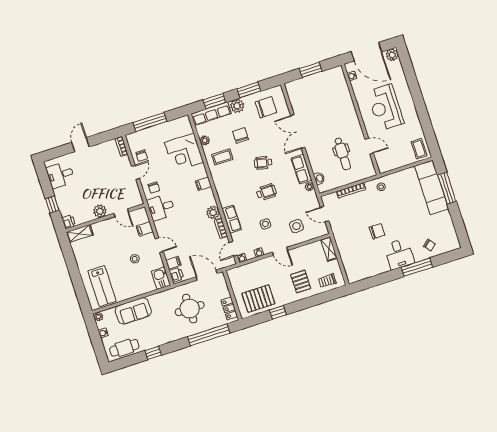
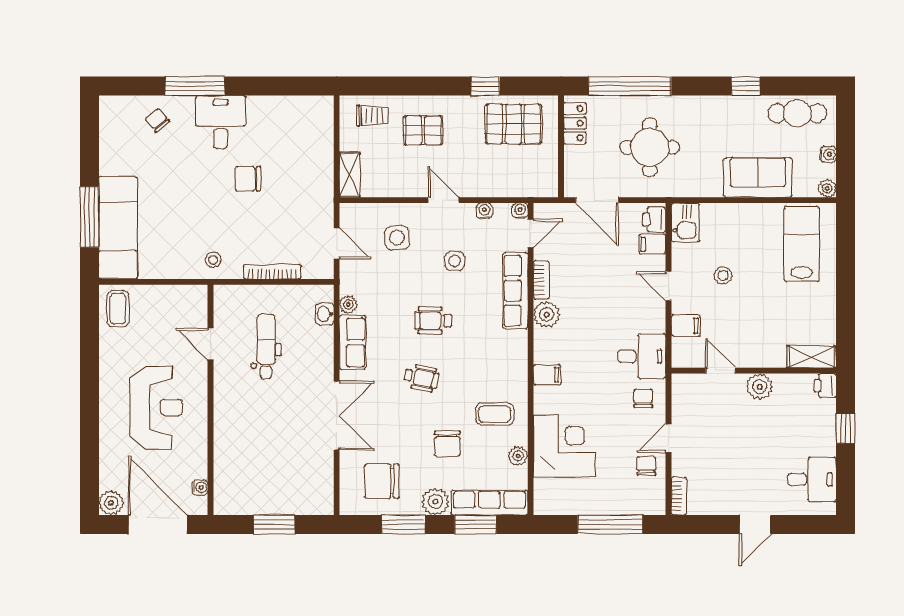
row of seats: (232, 219) -> (515, 291), width x1.48
pallet: (301, 282) -> (423, 130), turned 90

